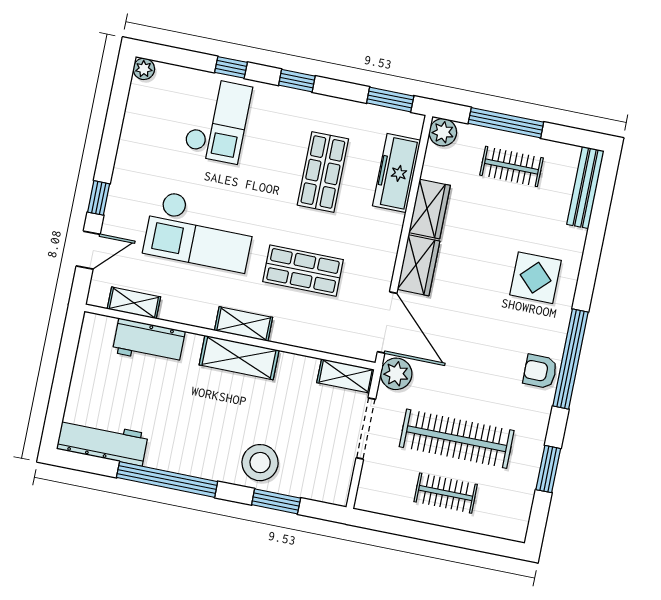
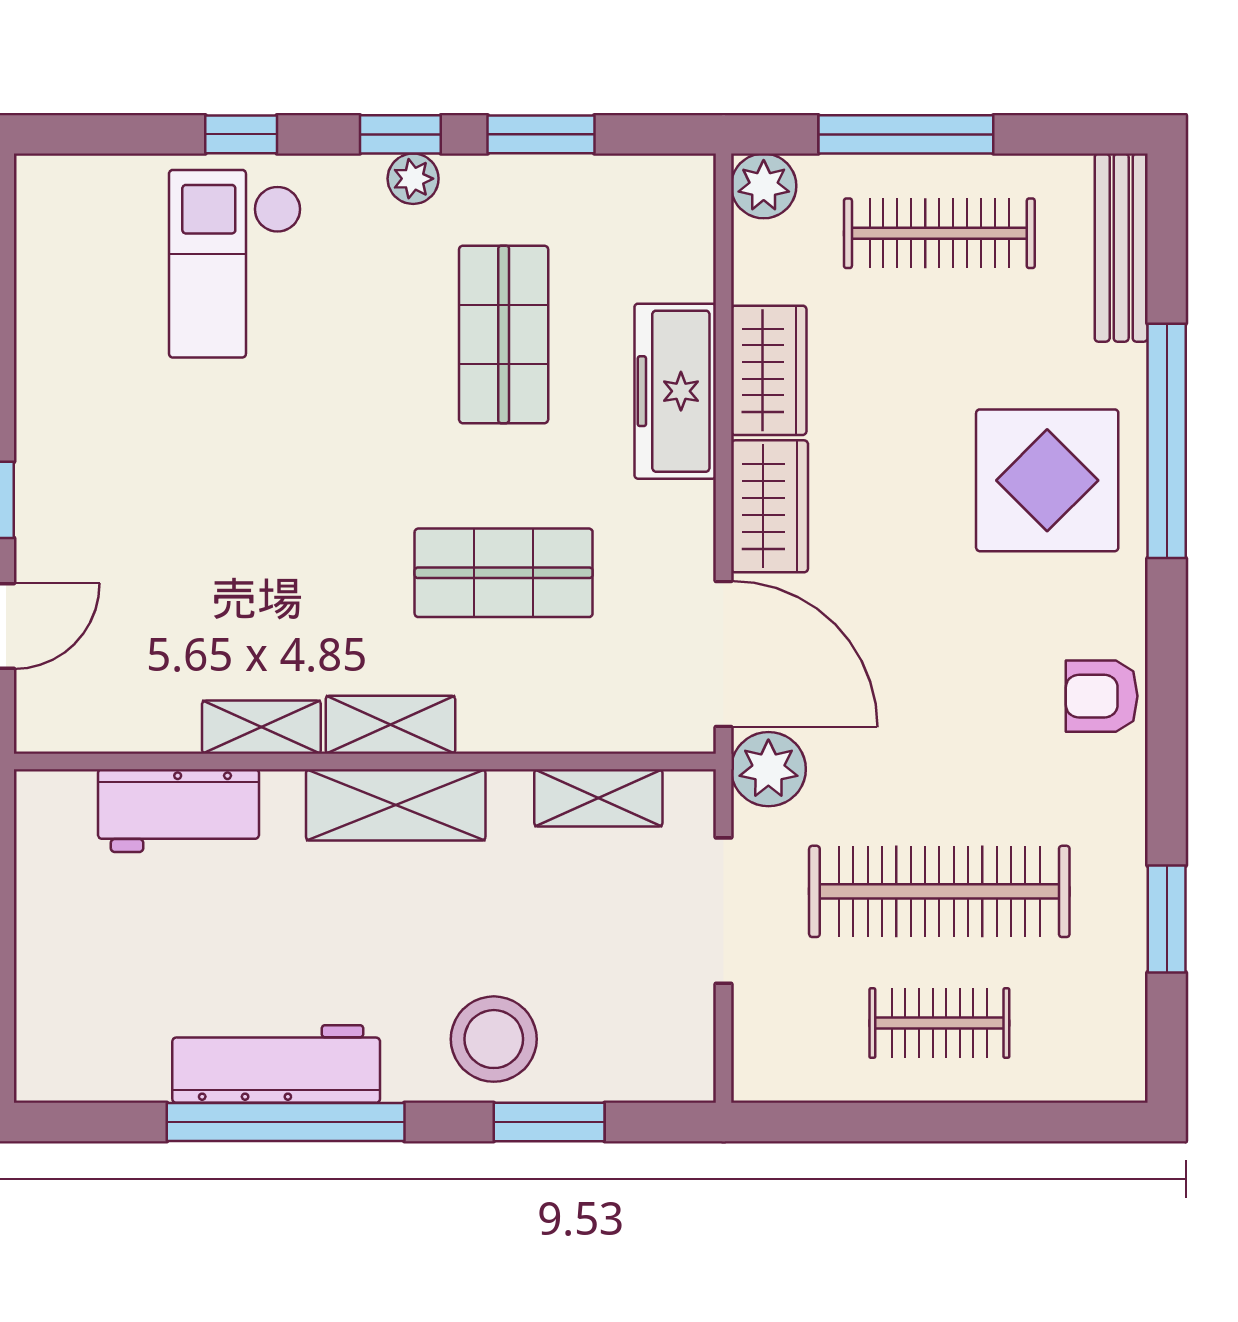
plant: (144, 69) -> (413, 179), moved
window: (390, 99) -> (541, 134), moved
checkout: (218, 120) -> (235, 264), turned 180
clothes rail: (512, 166) -> (939, 233), width x1.36
freezer: (397, 173) -> (675, 391), moved
checkout: (200, 231) -> (246, 530), removed
display table: (536, 278) -> (1047, 480), width x1.36, depth x1.36
shelving: (134, 303) -> (261, 727), moved
window: (570, 359) -> (1167, 441), moved
shelving: (346, 376) -> (598, 798), moved
workbench: (102, 441) -> (276, 1064), moved

